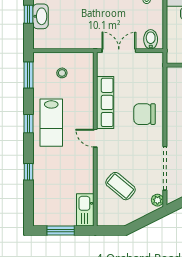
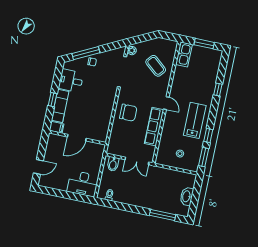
window: (29, 14) -> (195, 200), removed
window: (29, 124) -> (208, 135), moved

